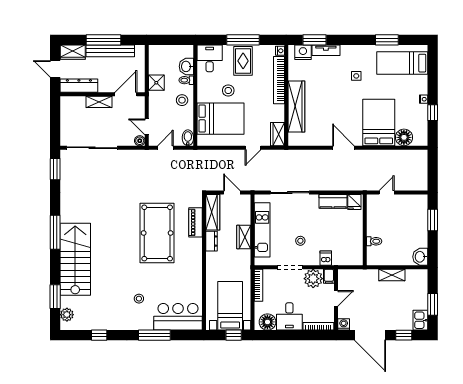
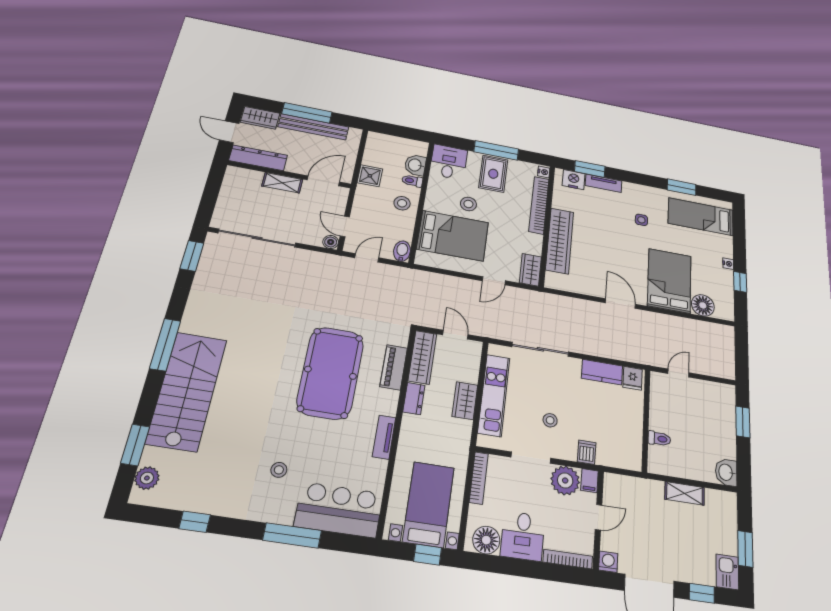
tv unit: (197, 269) -> (384, 437), added

